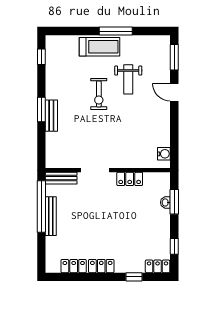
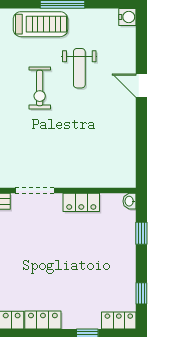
window: (174, 57) -> (141, 39), removed
water cooler: (164, 154) -> (127, 17), moved
washbasin: (165, 202) -> (130, 201), moved
window: (174, 202) -> (141, 233), width x0.67

